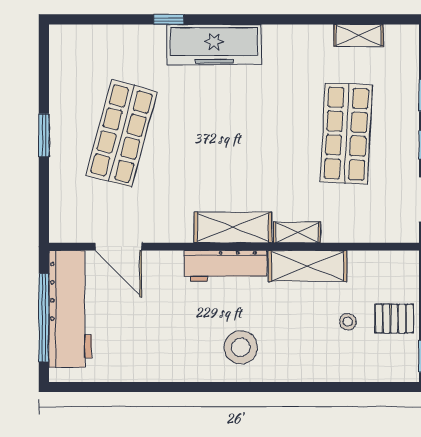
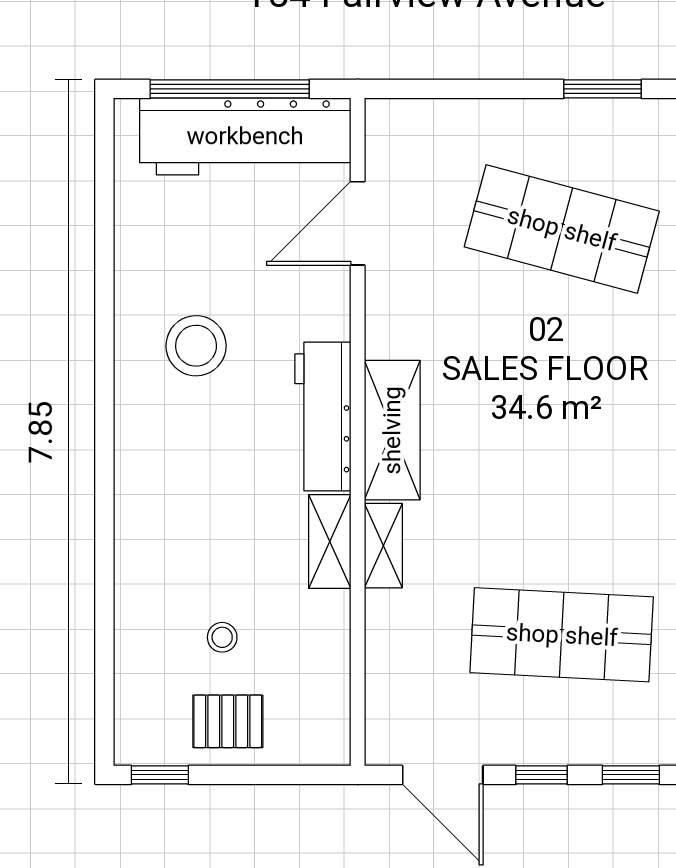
window: (44, 135) -> (603, 89), moved
shelving: (308, 266) -> (330, 541), width x0.67, depth x0.75
pallet: (394, 319) -> (228, 721), turned 90
stool: (241, 347) -> (196, 346), moved

